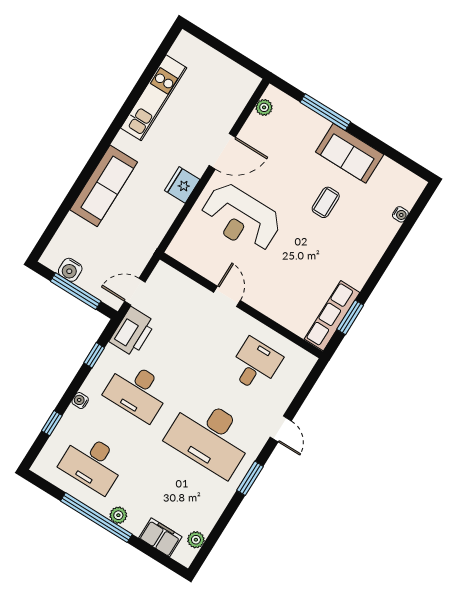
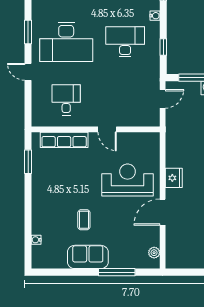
row of seats: (332, 316) -> (64, 140), moved, turned 90
printer: (132, 332) -> (149, 75), removed
desk: (255, 365) -> (66, 100), turned 180
desk: (210, 437) -> (66, 42), turned 180

